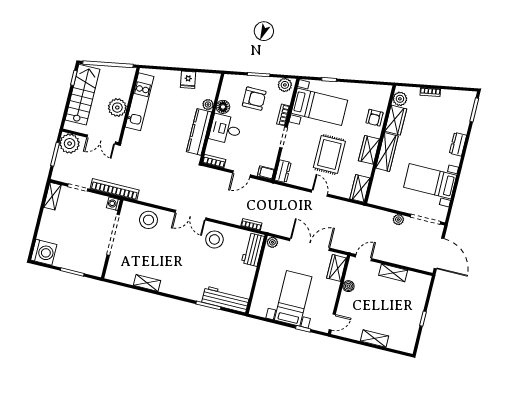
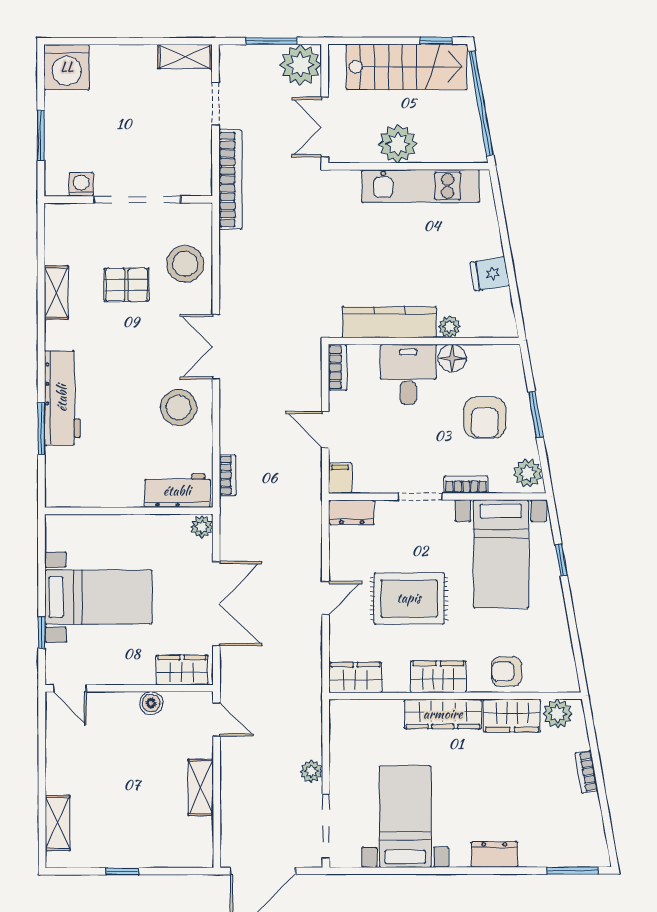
washing machine: (113, 204) -> (81, 184), moved
pallet: (152, 249) -> (127, 285), added
workbench: (226, 299) -> (62, 398), moved
shelving: (374, 339) -> (58, 823), moved

